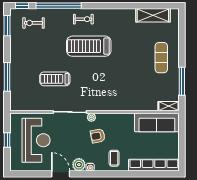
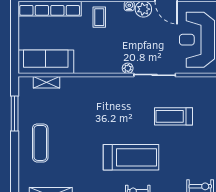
treadmill: (55, 79) -> (173, 116), turned 180
shelving: (169, 106) -> (47, 82), moved
armchair: (98, 136) -> (120, 45), removed

